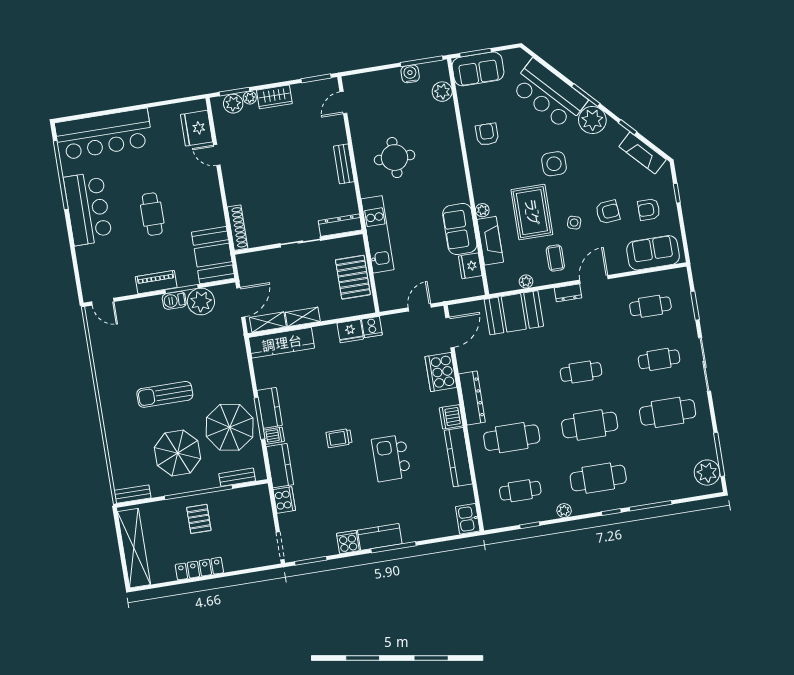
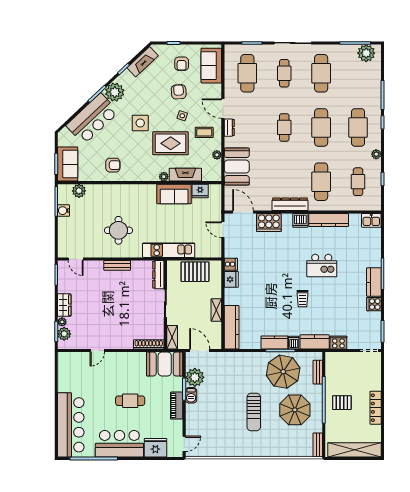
fridge: (197, 128) -> (155, 448), moved, turned 180
armchair: (487, 134) -> (113, 165), turned 180
cafe table: (650, 306) -> (247, 73), width x1.37, depth x1.35
shelving: (268, 322) -> (172, 337), moved

